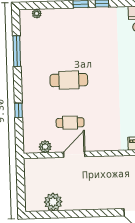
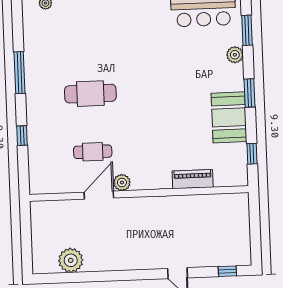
window: (17, 51) -> (20, 73), moved
plant: (45, 147) -> (122, 183), moved

